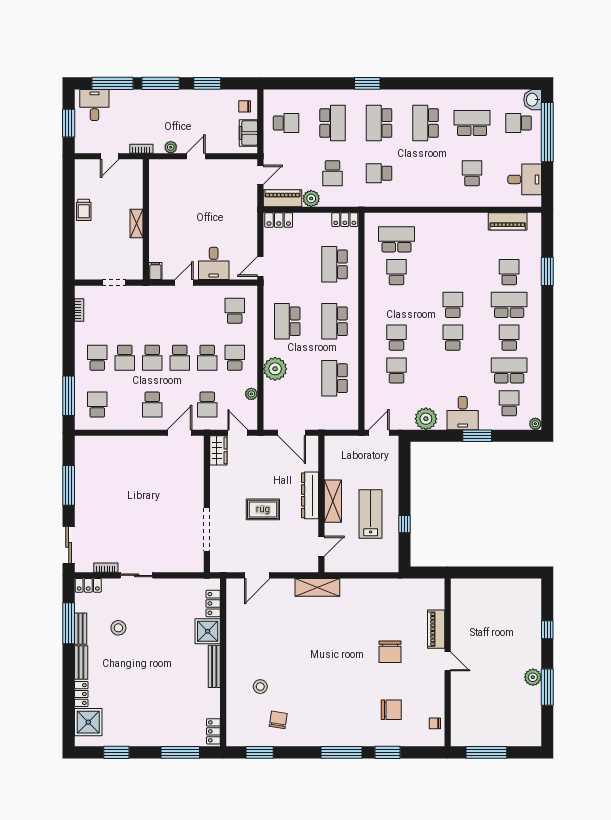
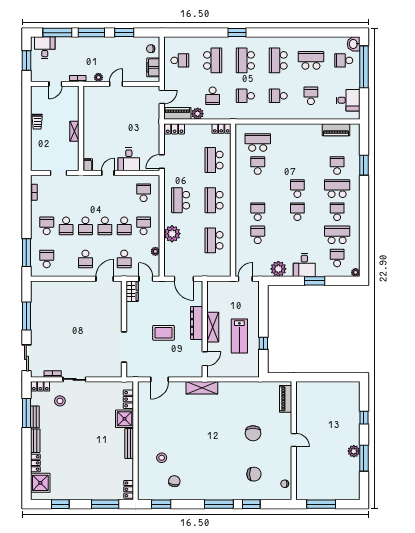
school desk: (426, 173) -> (278, 96), added
lab bench: (371, 514) -> (239, 336), turned 180
stool: (118, 628) -> (60, 401), moved
piano: (436, 629) -> (286, 399), moved

